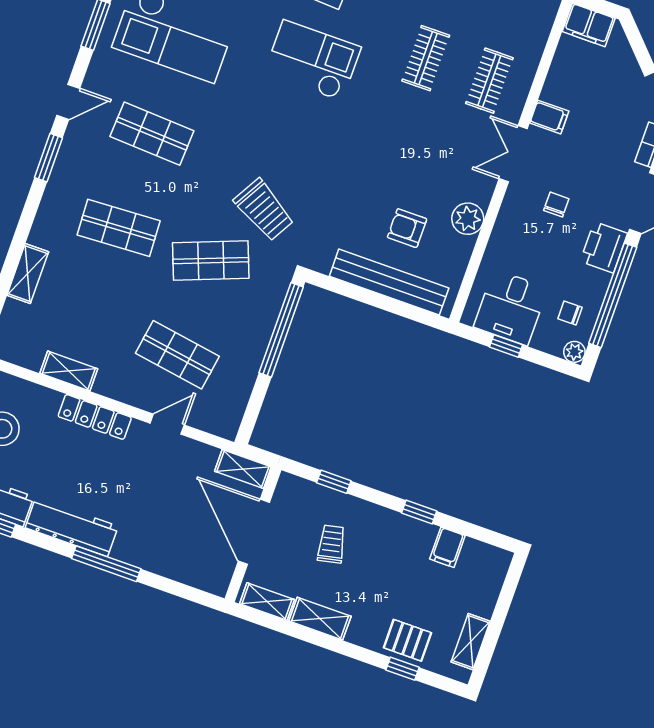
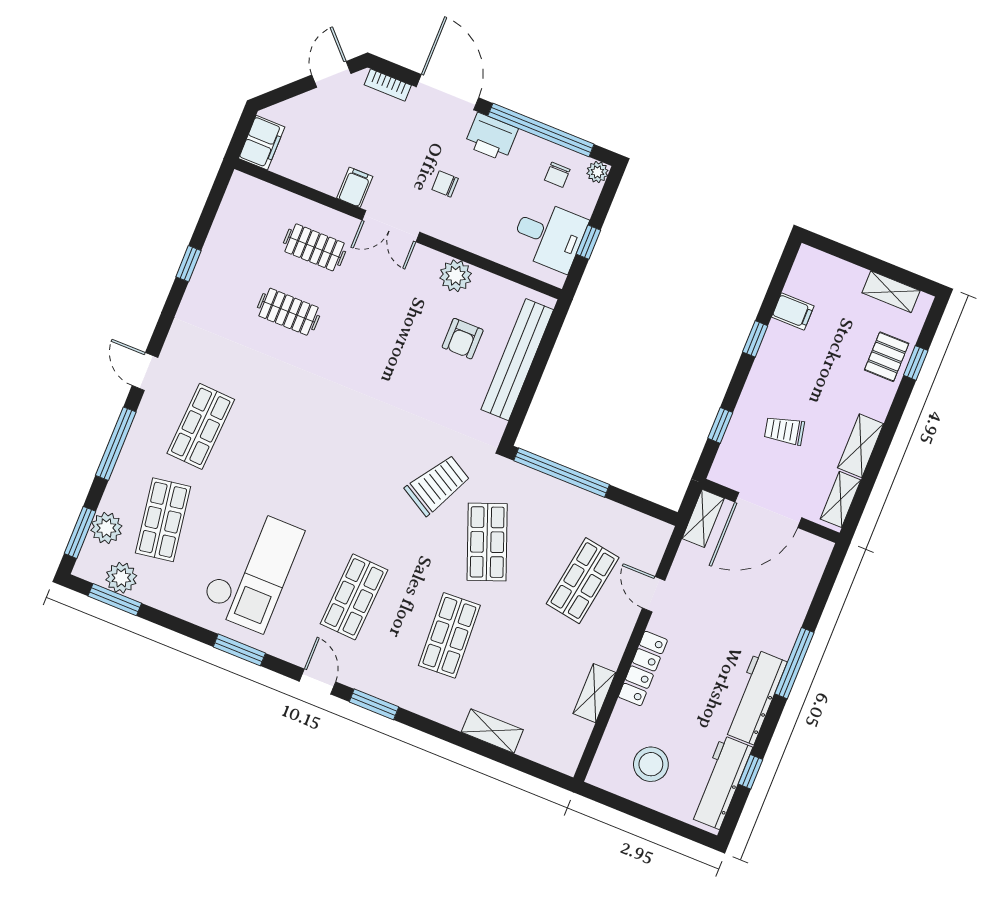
checkout: (313, 60) -> (286, 428), removed

